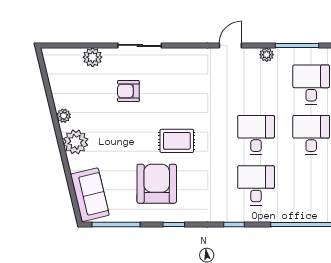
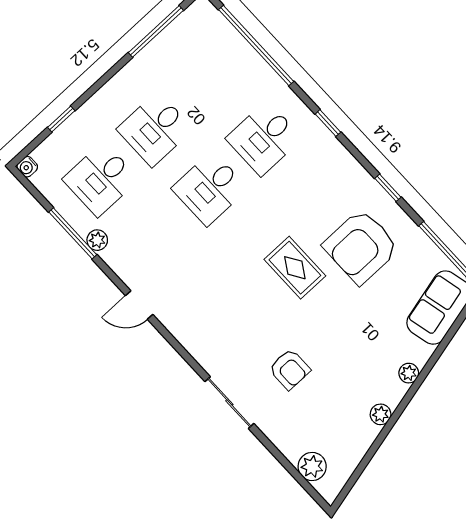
plant: (267, 55) -> (97, 240), moved
plant: (93, 57) -> (312, 467), moved
plant: (76, 142) -> (409, 373), width x0.53, depth x0.53

